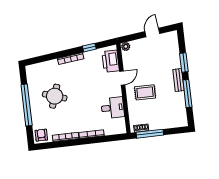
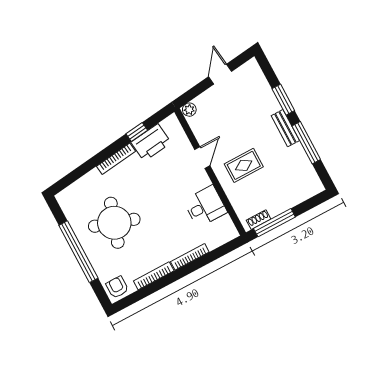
printer: (111, 61) -> (151, 142), moved, turned -97
round table: (55, 96) -> (114, 223), width x1.36, depth x1.36

